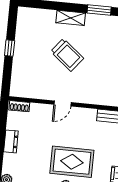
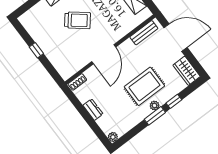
door: (63, 103) -> (104, 54), width x1.87

